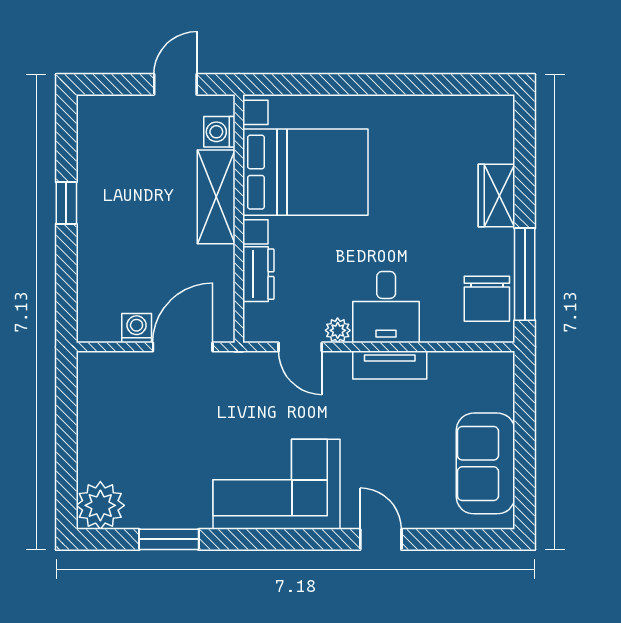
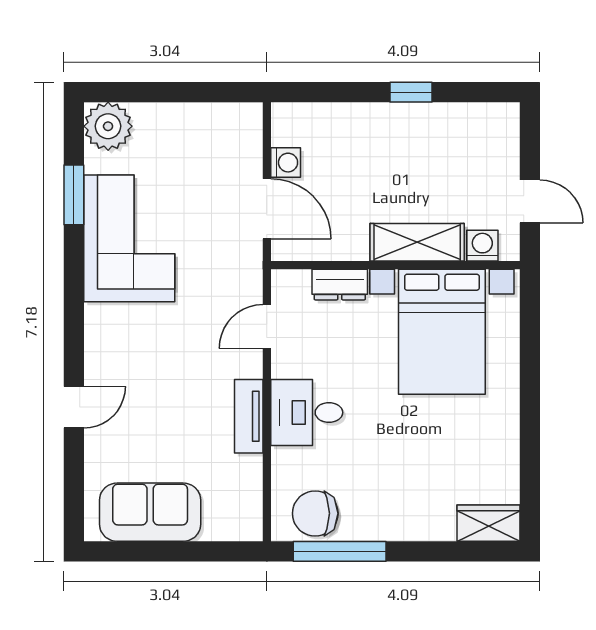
wardrobe: (497, 196) -> (488, 523), moved
plant: (338, 330) -> (283, 364), removed
corner sofa: (276, 484) -> (129, 238), moved

